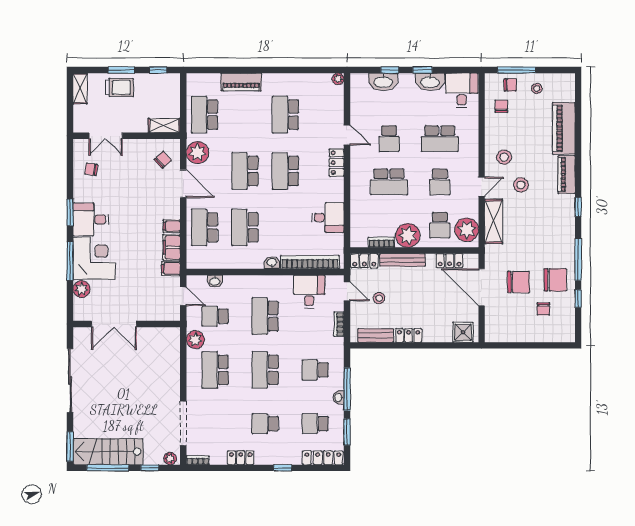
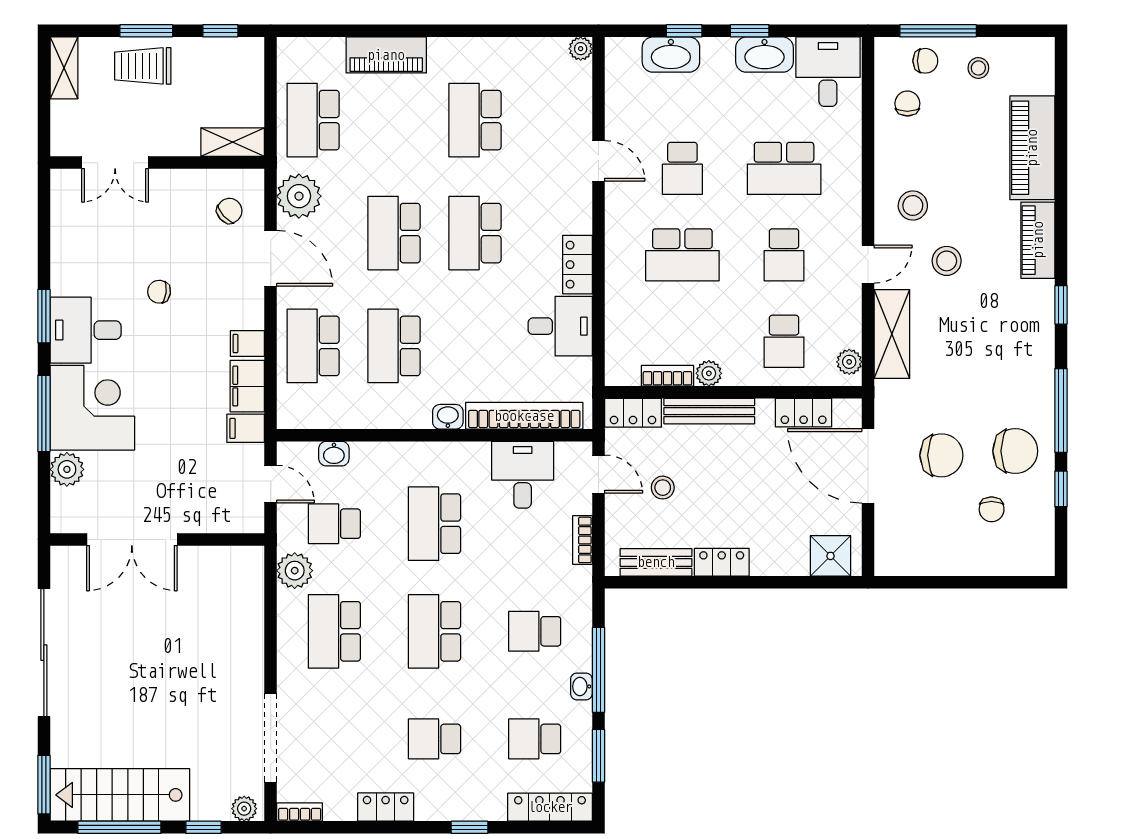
trolley: (119, 87) -> (143, 66), turned 180
locker: (337, 163) -> (577, 265), moved
chair: (91, 169) -> (159, 292), moved
plant: (467, 230) -> (849, 362), width x0.53, depth x0.53
plant: (408, 235) -> (709, 373), width x0.53, depth x0.53

